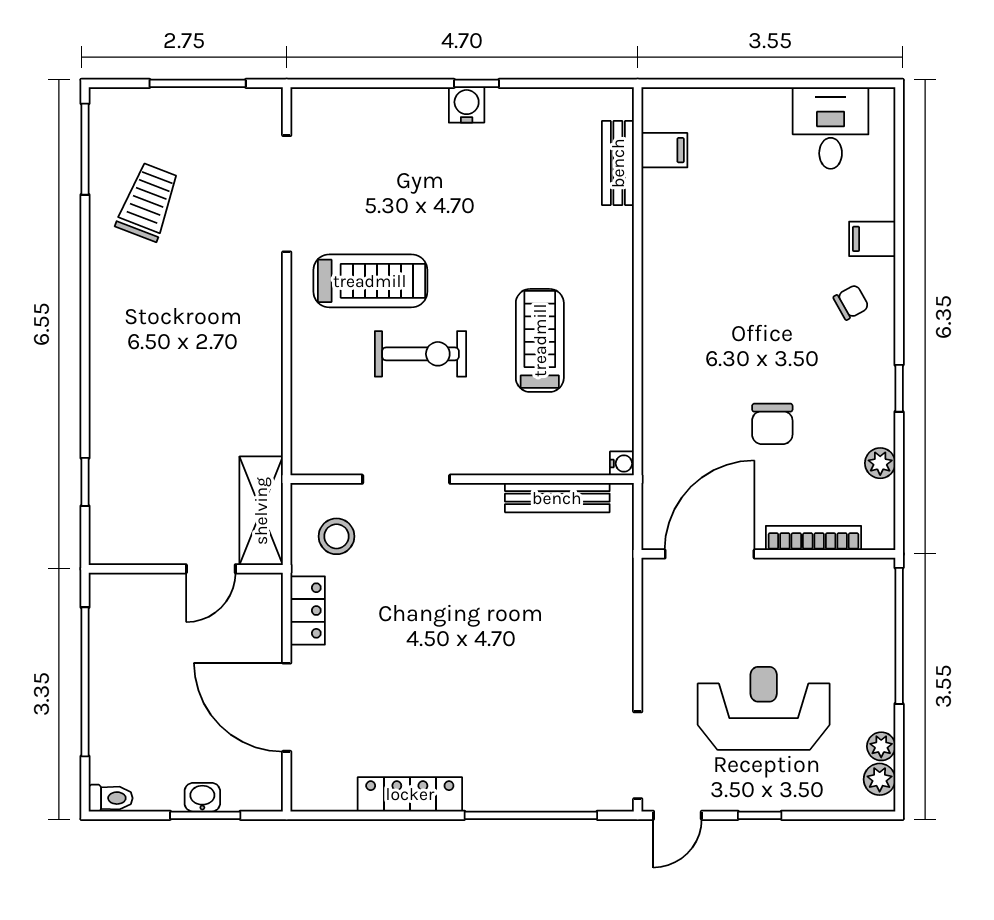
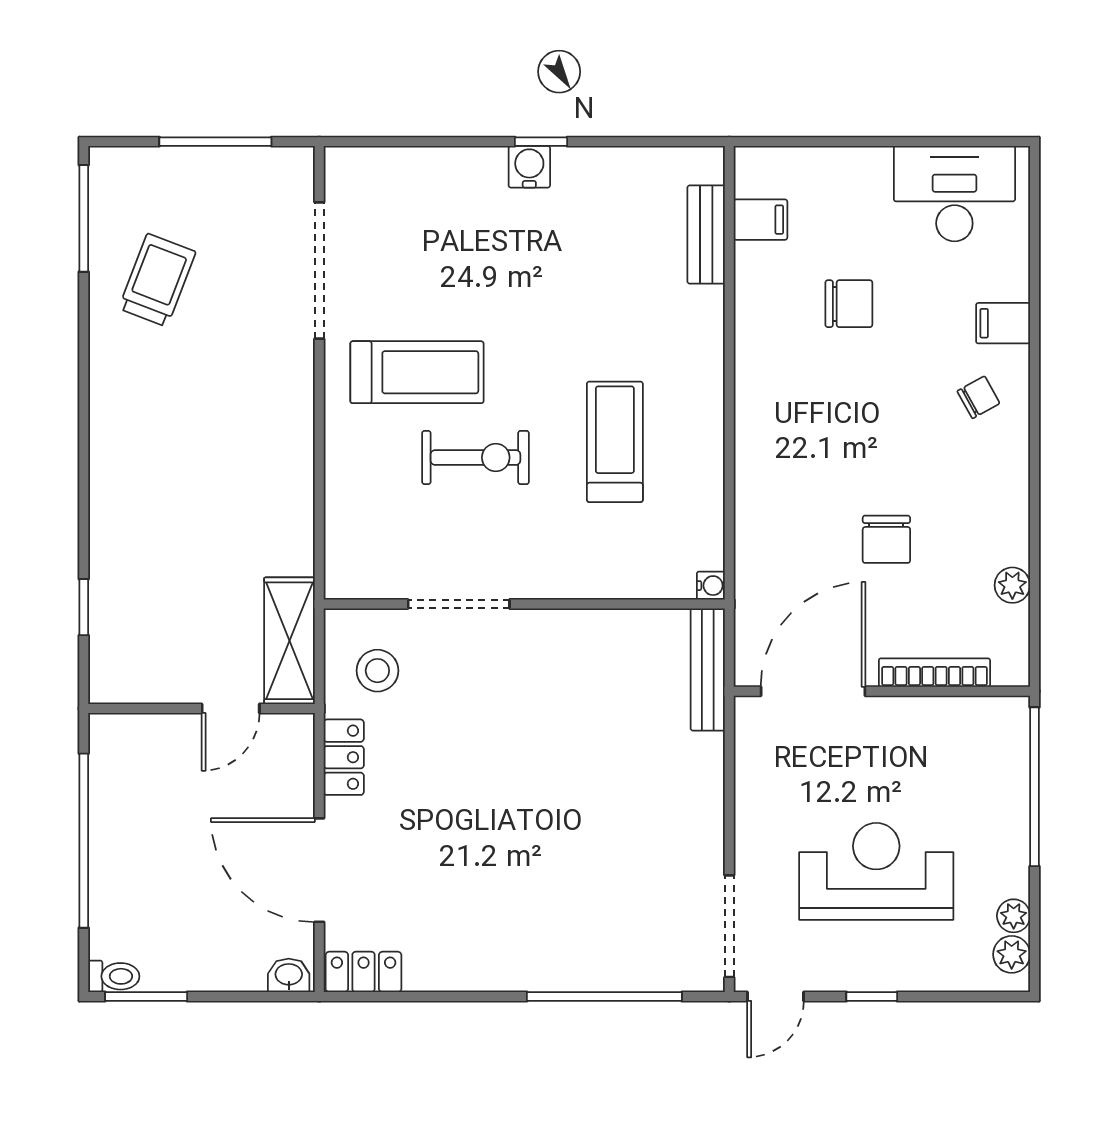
desk: (831, 128) -> (954, 194), width x1.37
chair: (740, 222) -> (849, 304), added
window: (899, 388) -> (1034, 498), removed
bench: (557, 498) -> (708, 669), moved, turned 90
locker: (410, 794) -> (364, 972), moved, width x0.66
washbasin: (202, 797) -> (289, 975), moved
window: (205, 815) -> (146, 996), moved

